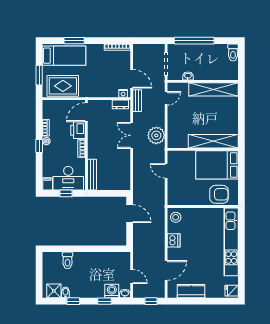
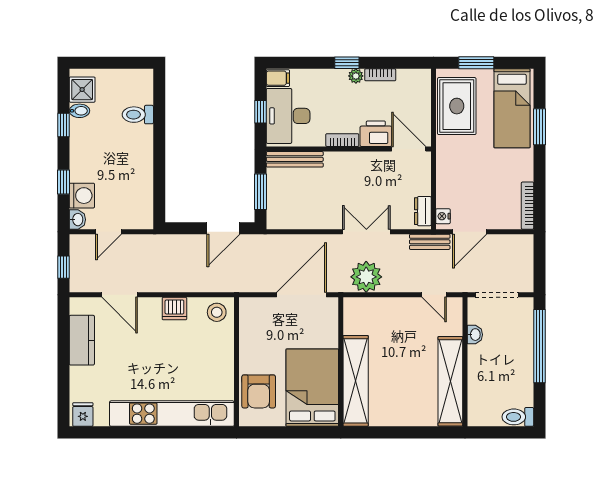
door: (166, 171) -> (301, 295), width x1.87
window: (110, 193) -> (260, 192), added

